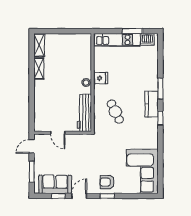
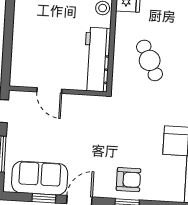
armchair: (107, 182) -> (128, 180), turned 180

